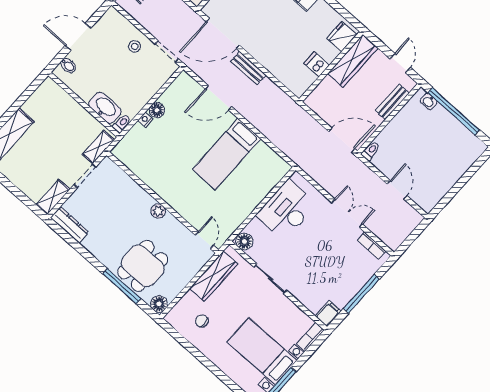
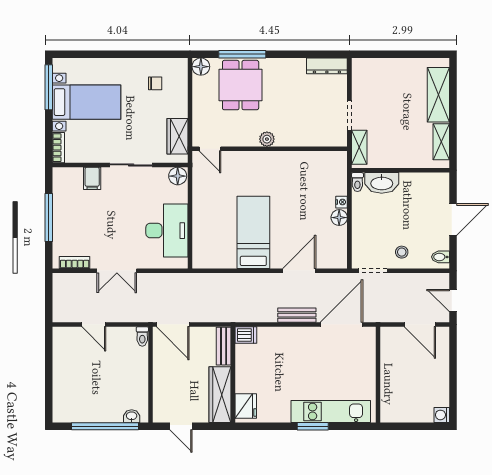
dishwasher: (317, 64) -> (246, 335), moved
bidet: (68, 65) -> (441, 257), moved
bench: (392, 102) -> (224, 346), moved
door: (342, 140) -> (173, 324), hinge flipped
shelving: (53, 197) -> (441, 142), moved
wardrobe: (214, 276) -> (177, 136), width x0.67
filing cabinet: (328, 314) -> (92, 178), moved

